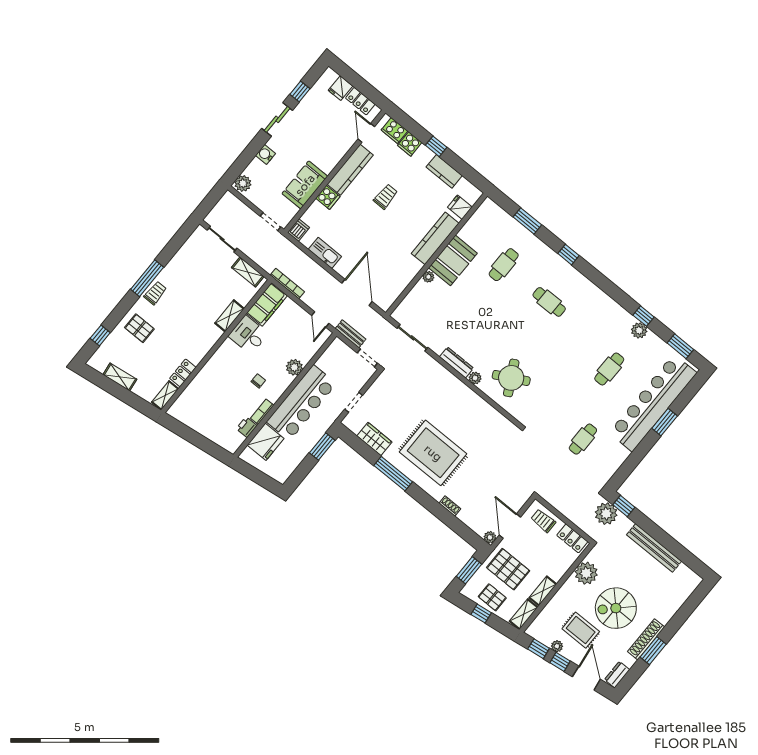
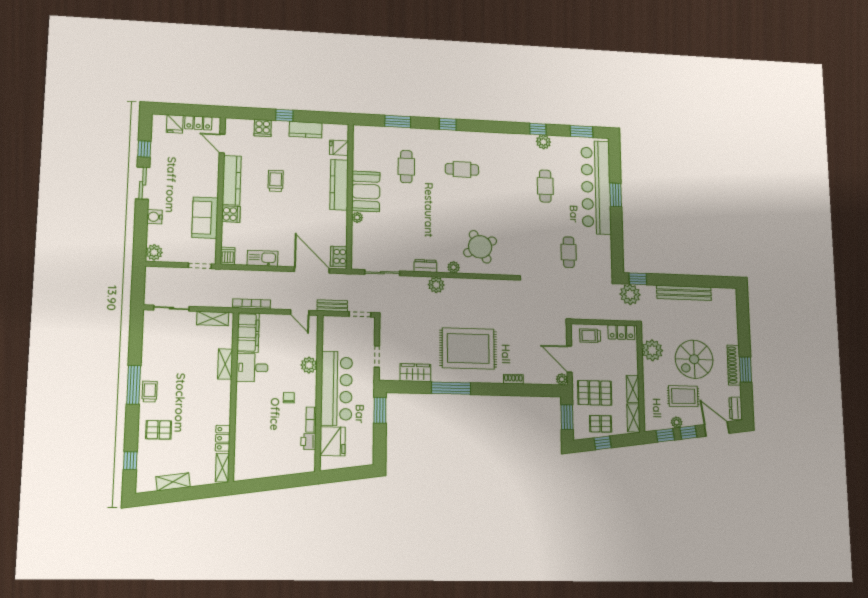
cooker: (394, 130) -> (339, 256), moved, turned 90
dresser: (457, 362) -> (425, 266), width x0.70
plant: (449, 381) -> (436, 285), added

